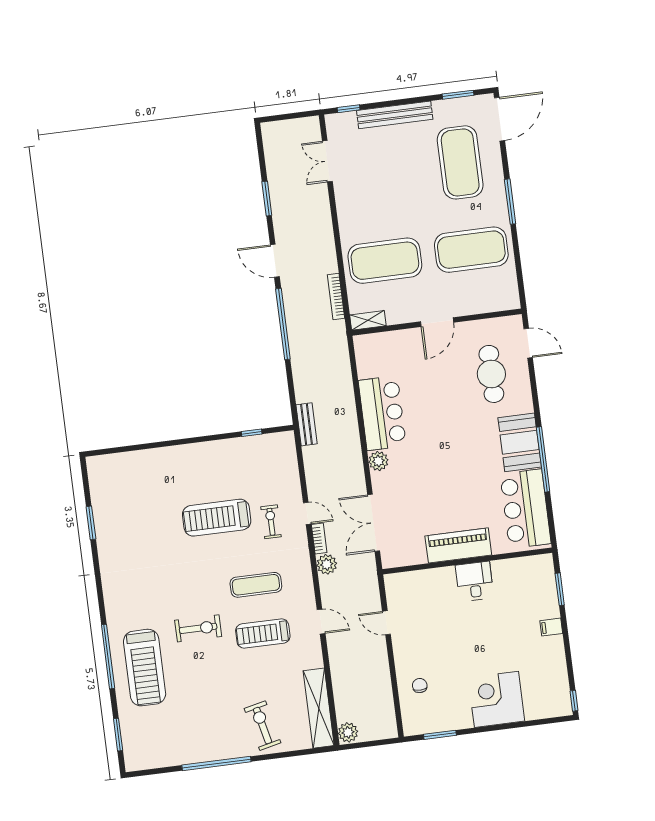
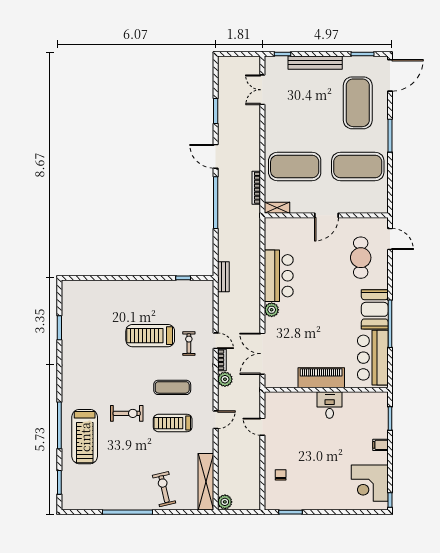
door: (321, 622) -> (216, 420), hinge flipped
corner desk: (496, 699) -> (370, 483), moved, turned -90

